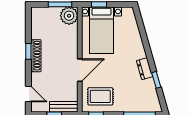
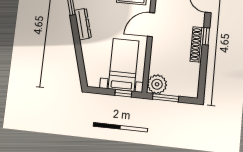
window: (28, 51) -> (206, 36), moved
dresser: (145, 69) -> (83, 24), width x1.44

